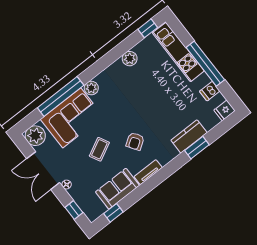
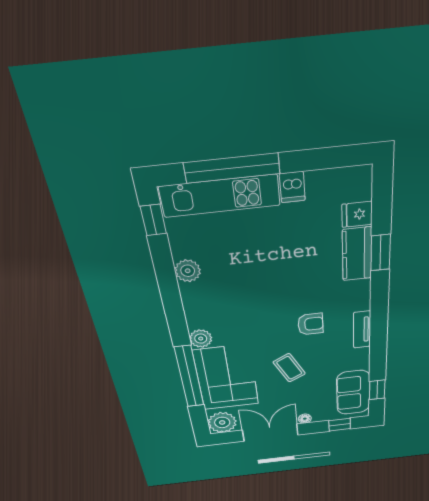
window: (205, 64) -> (232, 168), moved
dishwasher: (210, 91) -> (292, 187), moved
fridge: (225, 110) -> (357, 214), moved, turned 90
armchair: (135, 141) -> (310, 324), turned -56
double door: (43, 171) -> (270, 433), swing flipped
sofa: (117, 189) -> (353, 393), moved

